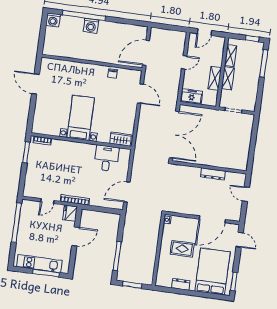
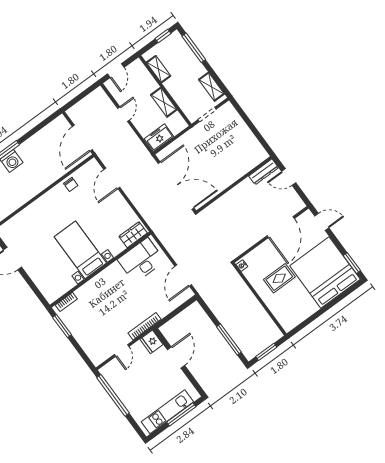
shelving: (228, 78) -> (211, 87), moved
door: (140, 94) -> (112, 178), swing flipped
desk: (106, 158) -> (141, 260), width x1.37
dresser: (213, 174) -> (264, 172), moved
bed: (213, 272) -> (325, 272), width x1.36
dresser: (181, 284) -> (308, 310), removed

